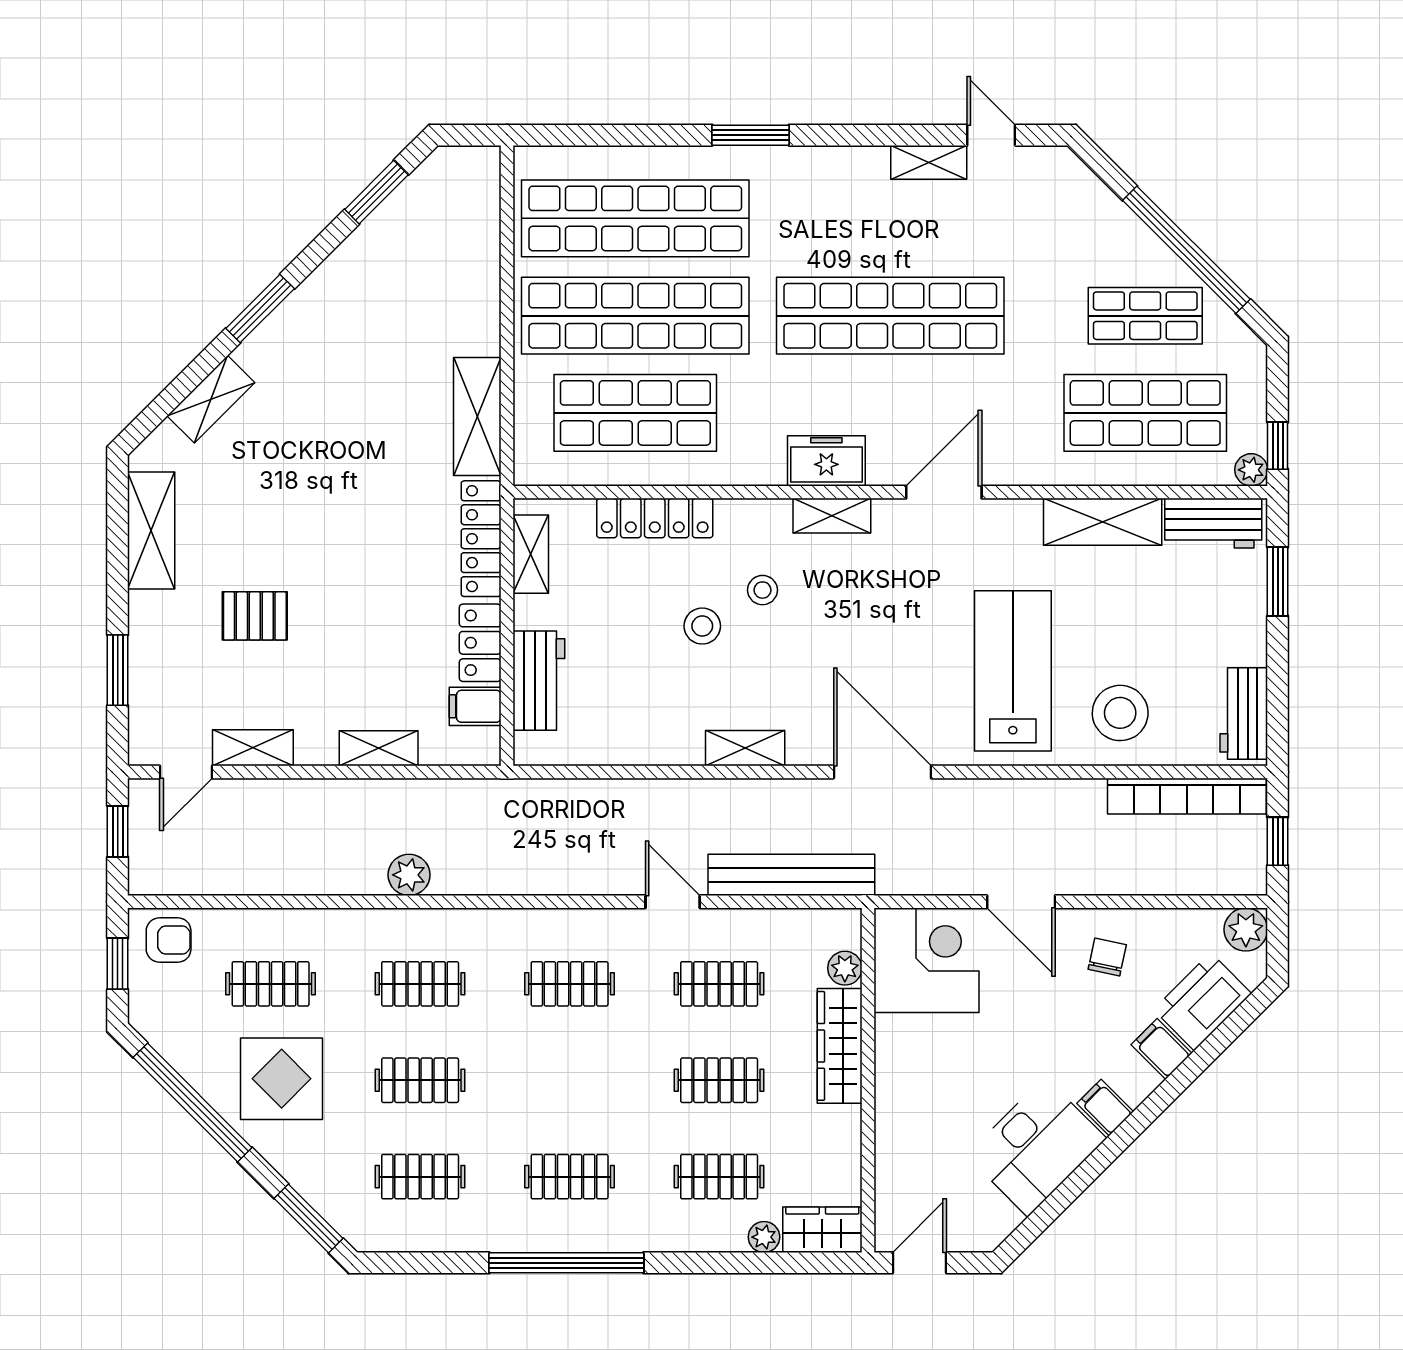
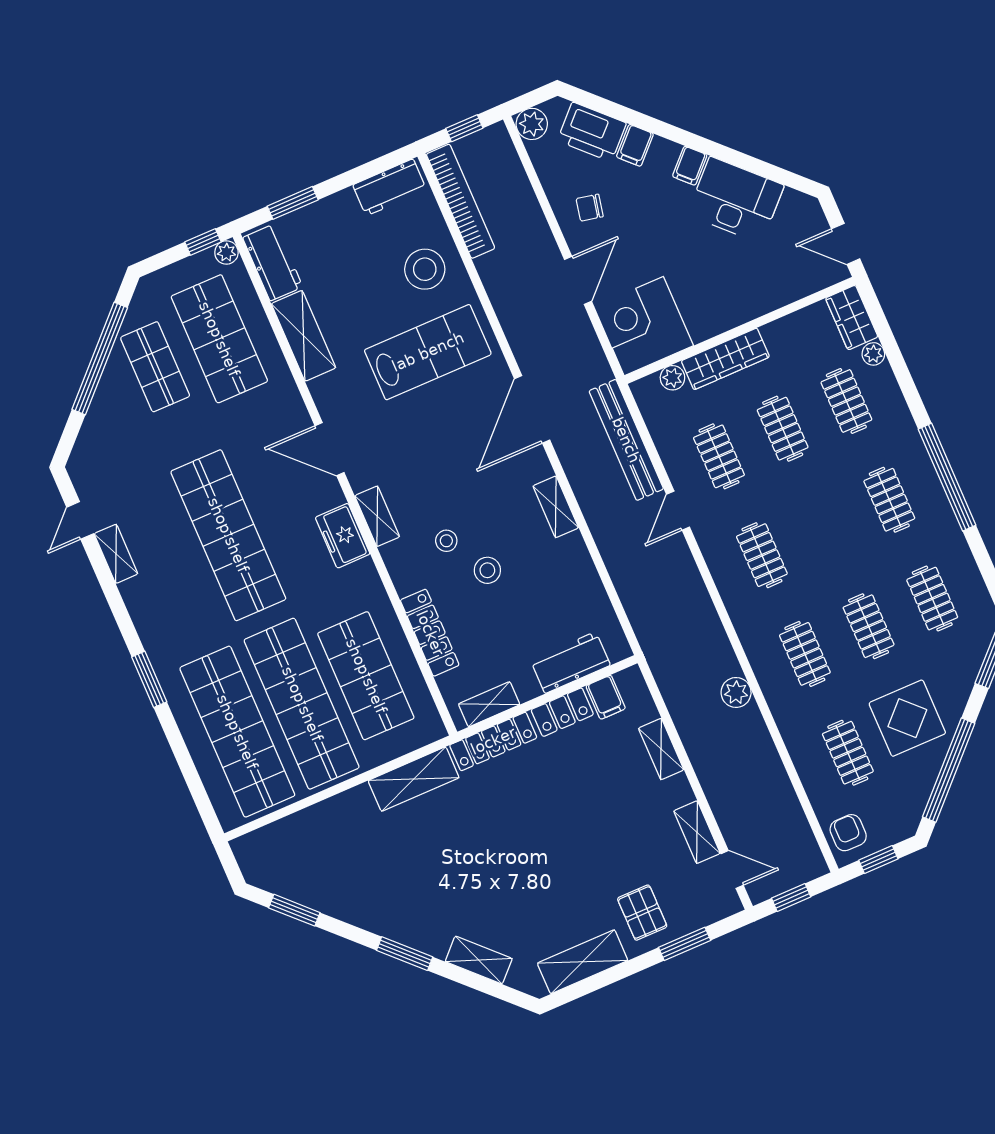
pallet: (255, 616) -> (642, 913), moved
lab bench: (1013, 671) -> (428, 352), turned 180

